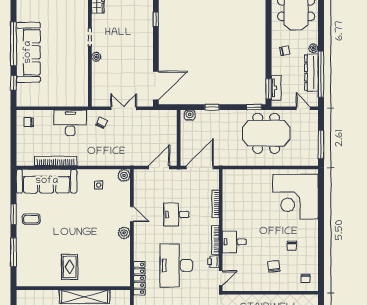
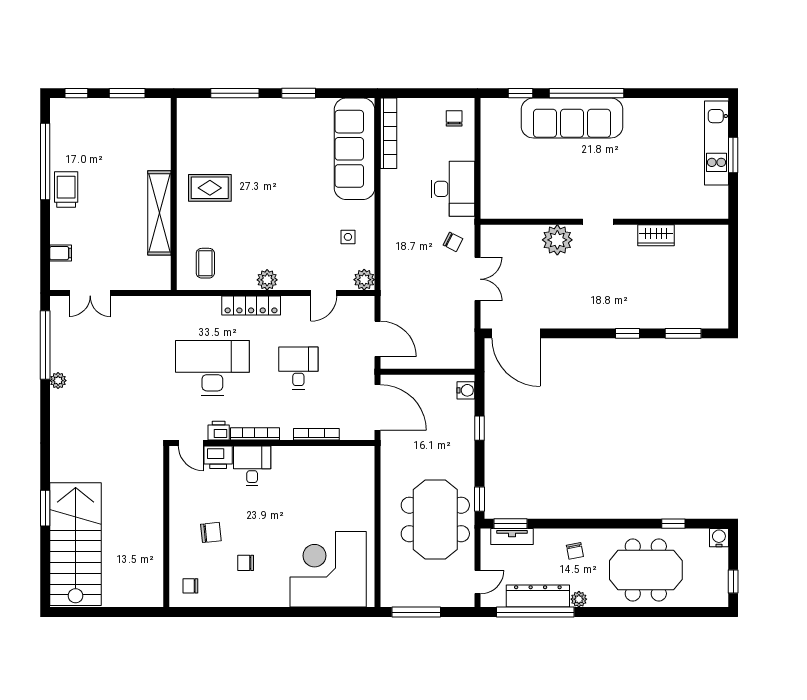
plant: (96, 57) -> (557, 240), width x1.87, depth x1.87
bookcase: (56, 161) -> (388, 133), moved
door: (132, 214) -> (324, 293), moved
coffee table: (31, 219) -> (205, 263), moved
printer: (229, 262) -> (218, 457), added
locker: (139, 278) -> (251, 306), moved

